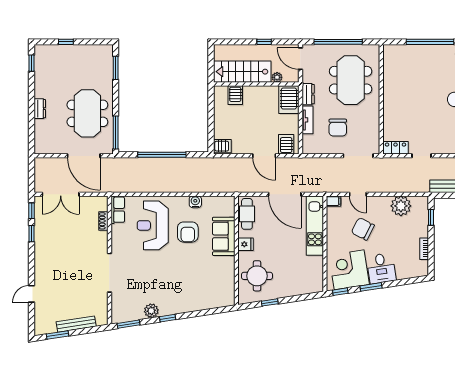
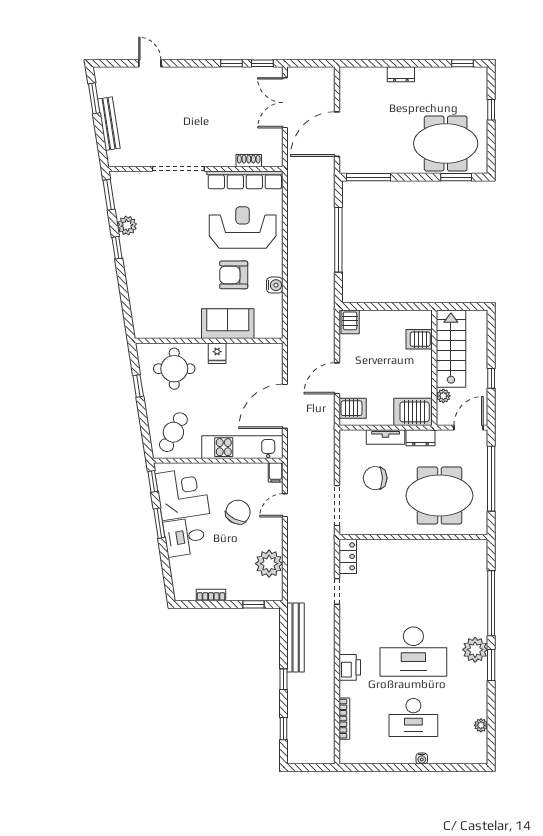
meeting table: (87, 113) -> (446, 144), moved
row of seats: (118, 210) -> (245, 180), width x2.02
cafe table: (247, 214) -> (173, 432), moved, turned -62

